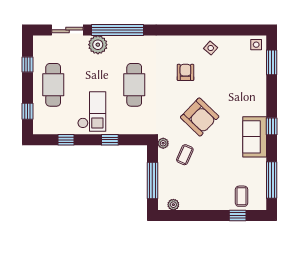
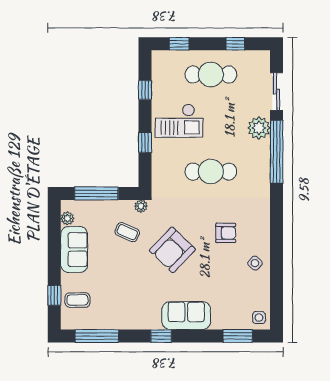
sofa: (255, 137) -> (186, 316), moved
sofa: (199, 199) -> (74, 250), added

